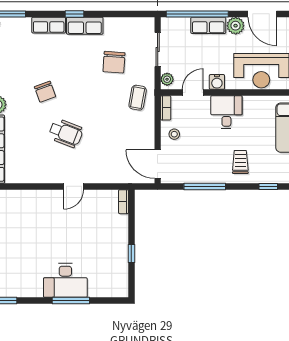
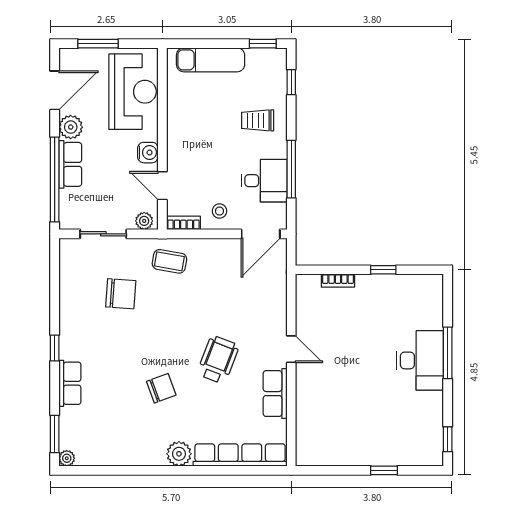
row of seats: (85, 26) -> (275, 394), moved, turned 180
desk: (226, 112) -> (264, 181), moved, turned 180
bookcase: (124, 202) -> (338, 281), moved

